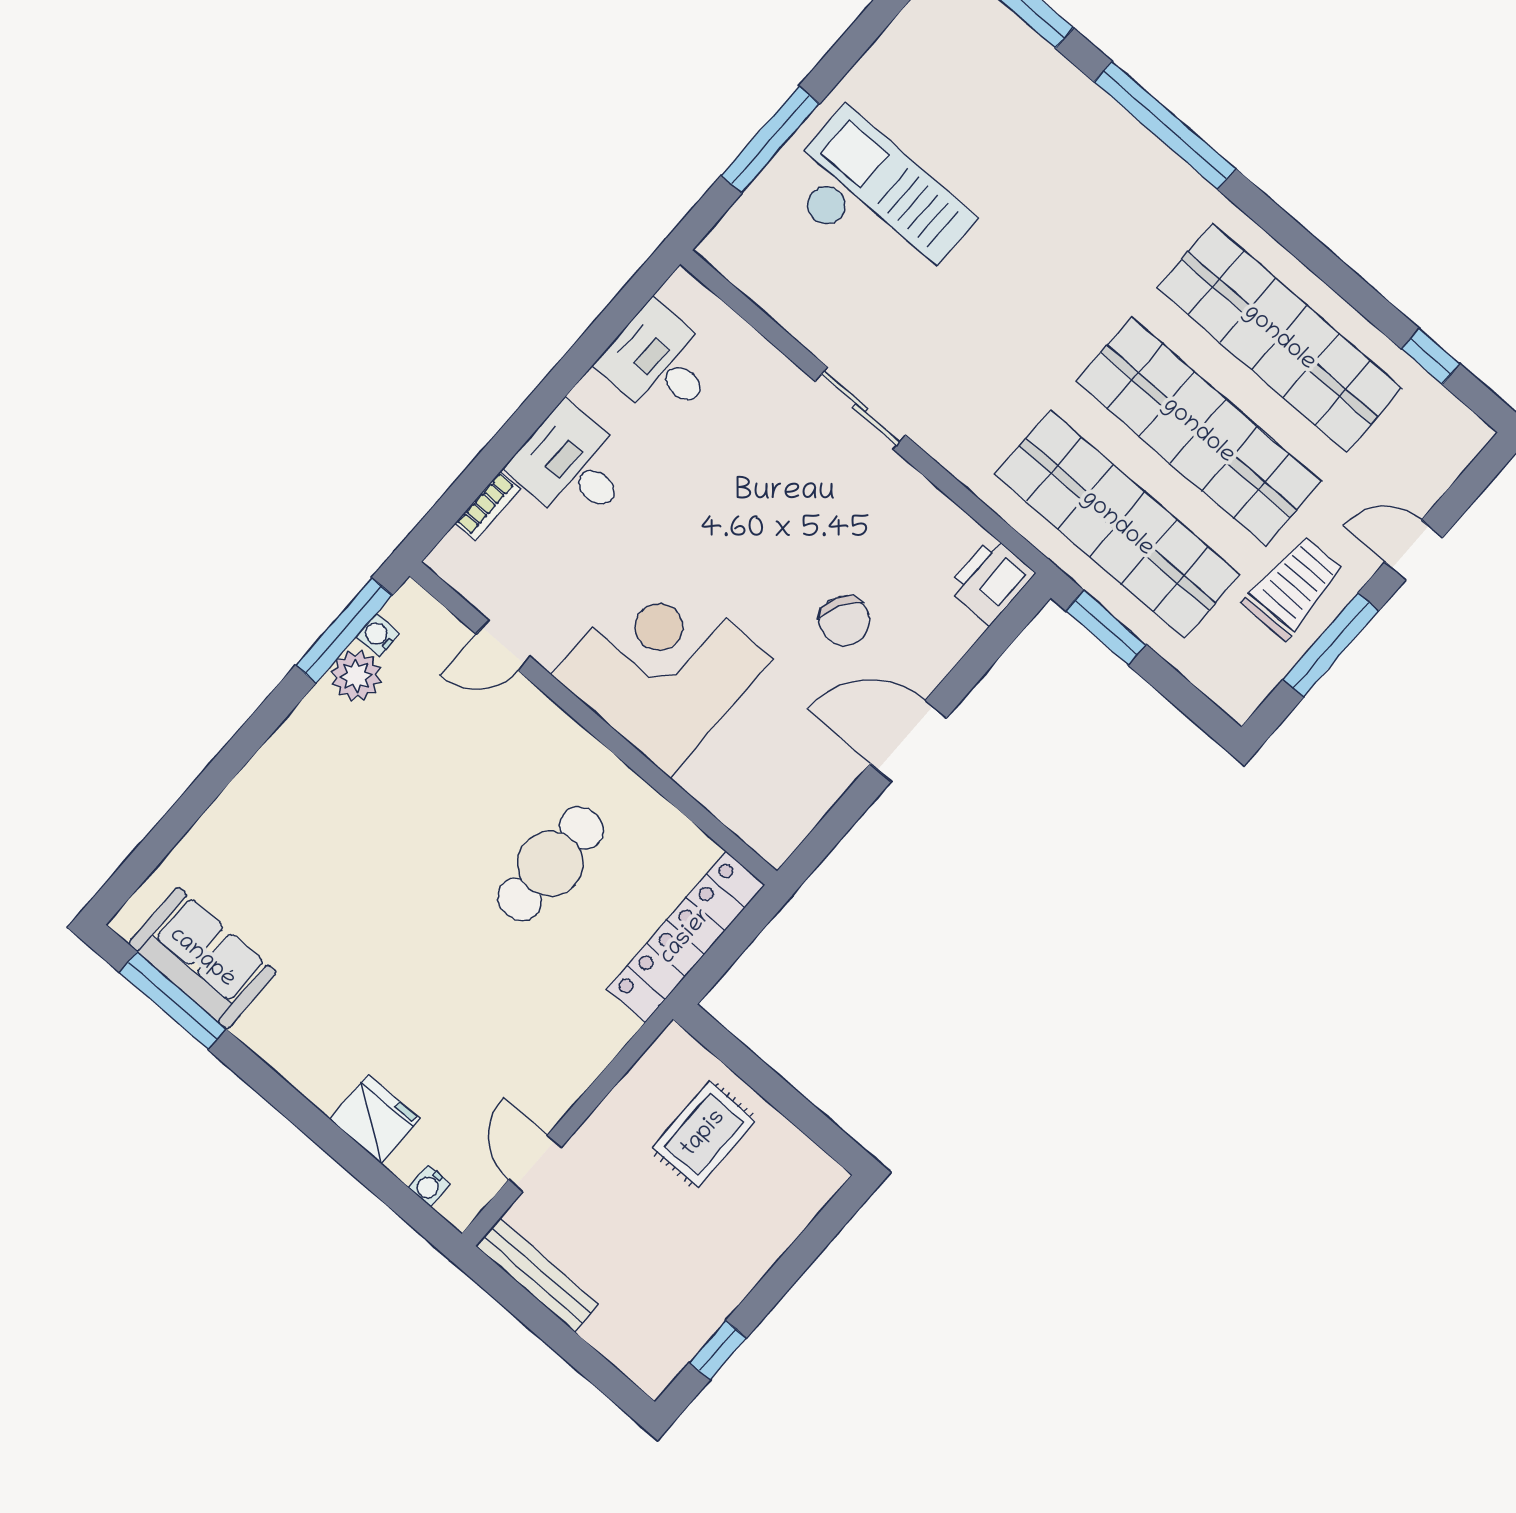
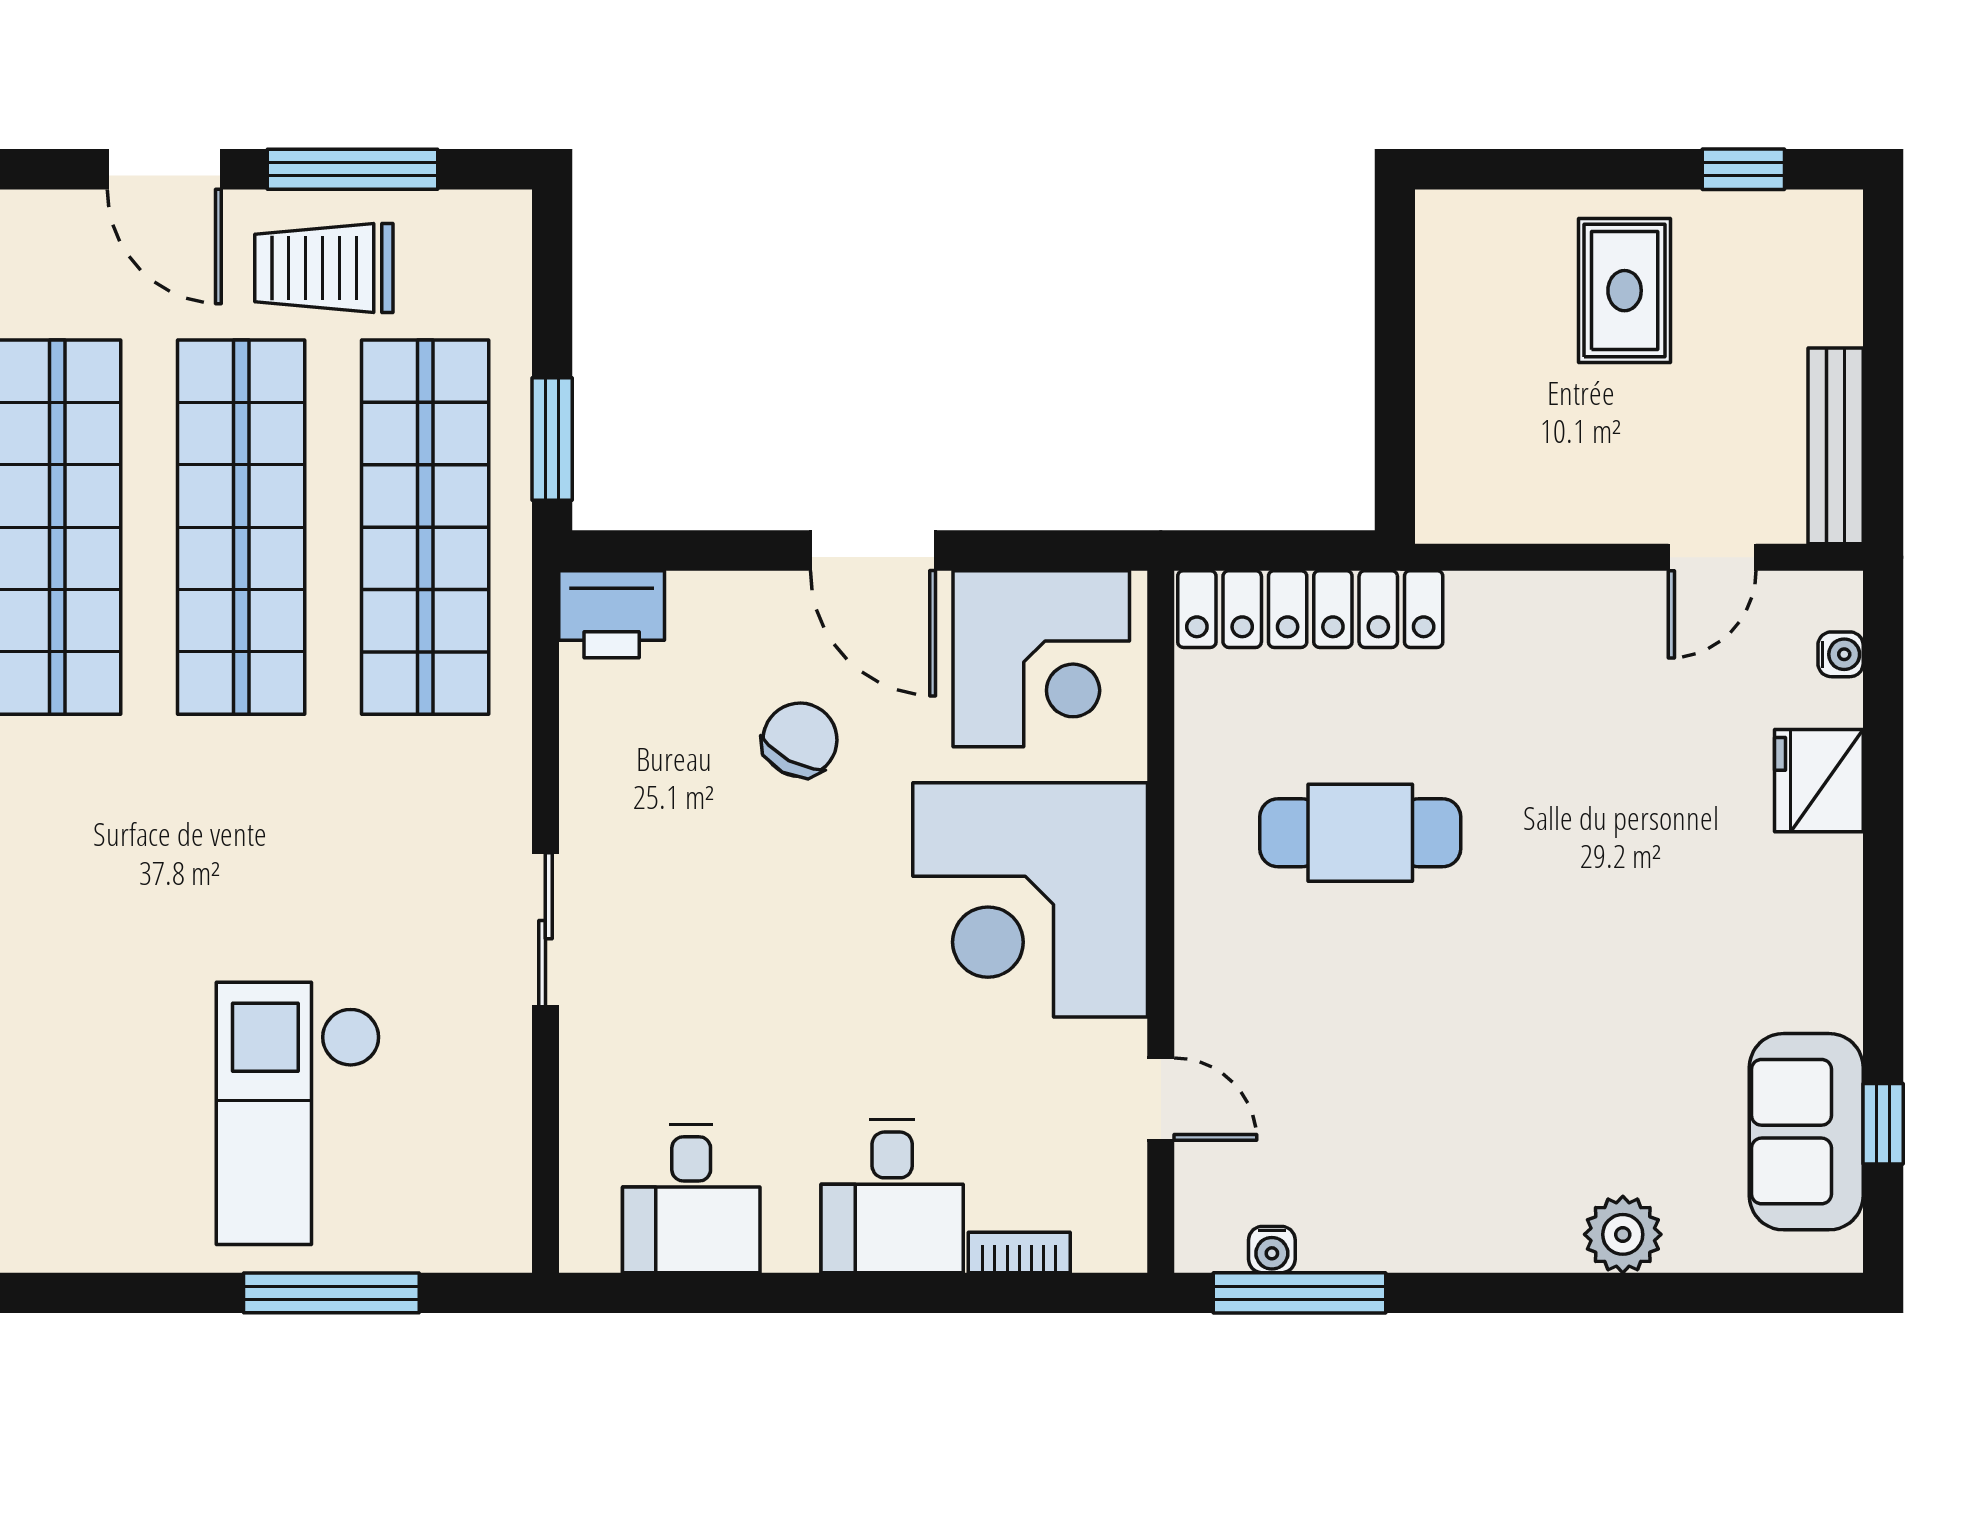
door: (1414, 550) -> (164, 169), width x1.38
plant: (356, 676) -> (1623, 1234), moved
corner desk: (779, 779) -> (1041, 659), added
window: (172, 1001) -> (1883, 1124), width x0.46
rug: (704, 1134) -> (1625, 291), moved, turned 90

